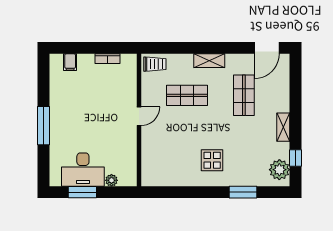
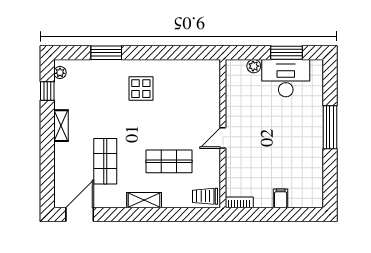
bookcase: (108, 59) -> (239, 202), moved
filing cabinet: (70, 62) -> (281, 198), moved
plant: (279, 170) -> (60, 72), width x0.53, depth x0.53

